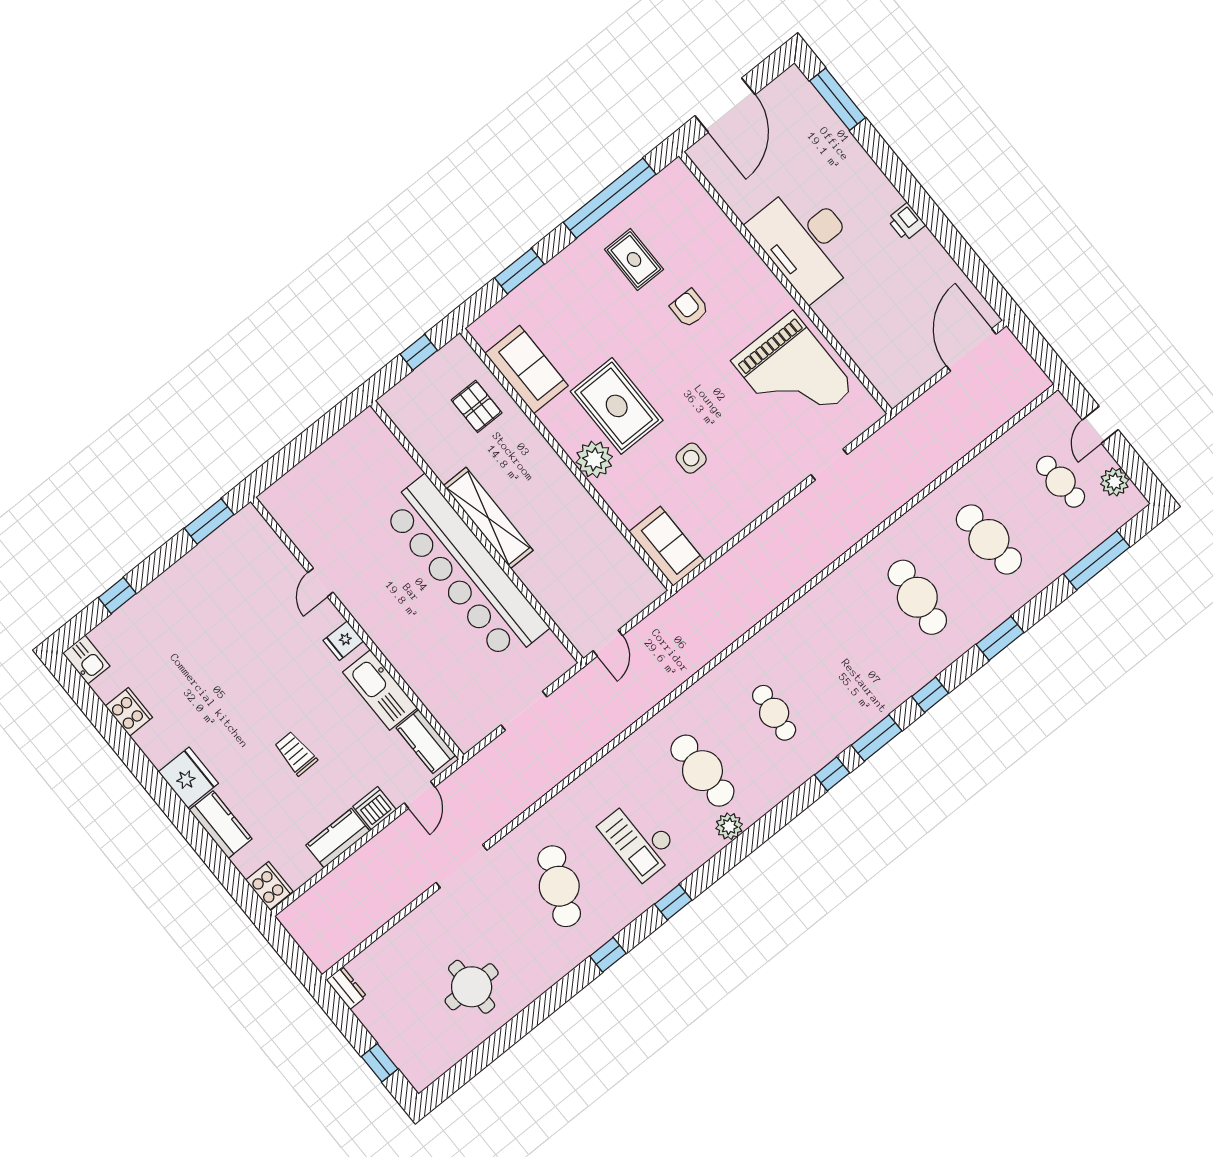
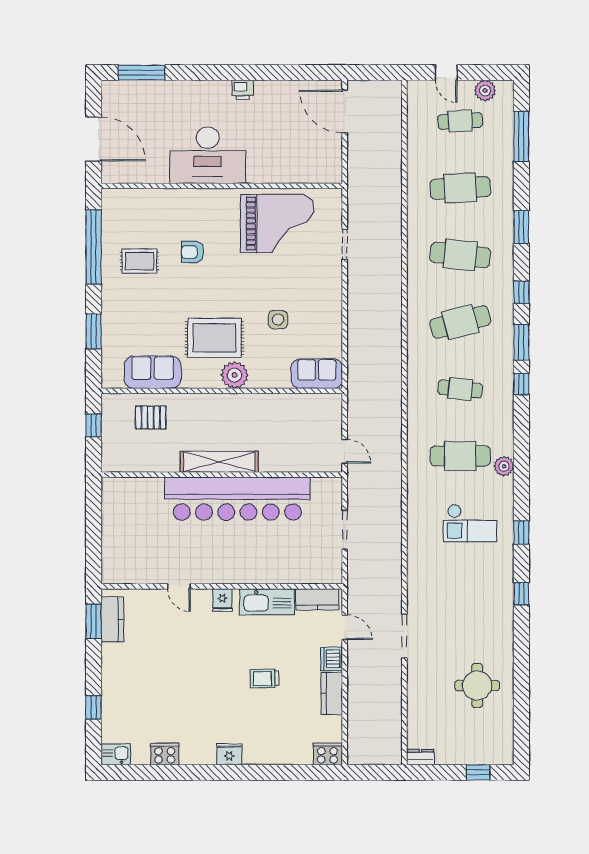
fridge: (188, 778) -> (229, 754), width x0.73, depth x0.75
kitchen counter: (221, 825) -> (112, 619), moved, turned 90
cafe table: (559, 886) -> (460, 322), moved, turned -39

